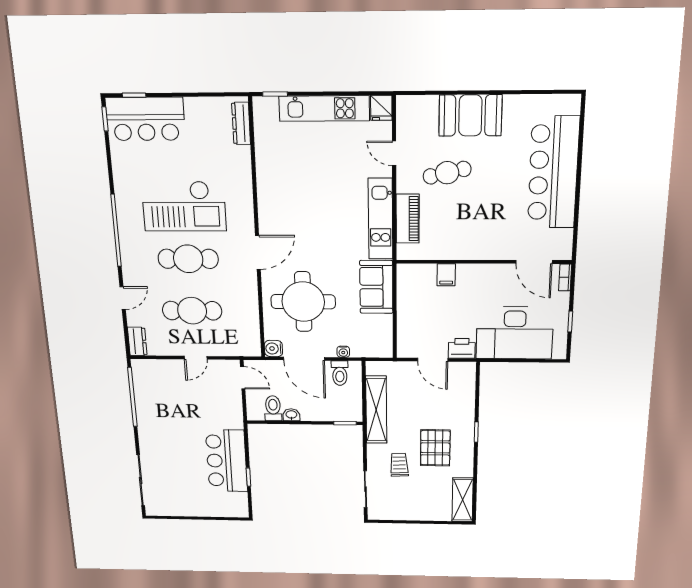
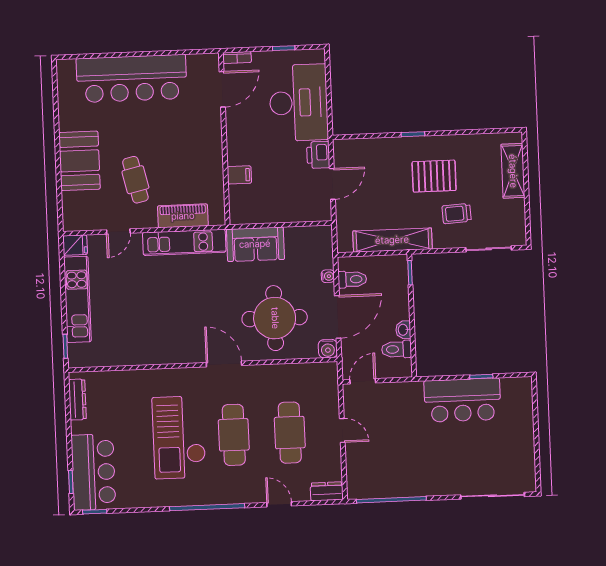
dresser: (241, 123) -> (77, 400), moved, turned -90
checkout: (184, 206) -> (179, 437), turned 180
shelving: (463, 500) -> (513, 171), moved, turned 90

